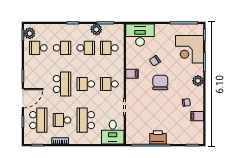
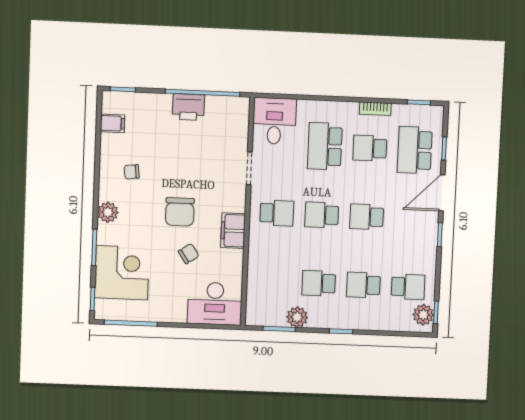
school desk: (109, 48) -> (274, 281), removed
filing cabinet: (132, 74) -> (233, 231), width x2.00
school desk: (62, 84) -> (367, 217), width x0.54
school desk: (86, 84) -> (322, 215), turned 180
filing cabinet: (197, 116) -> (112, 123), moved
school desk: (62, 120) -> (370, 148), turned 180
school desk: (86, 120) -> (325, 146), turned 180

